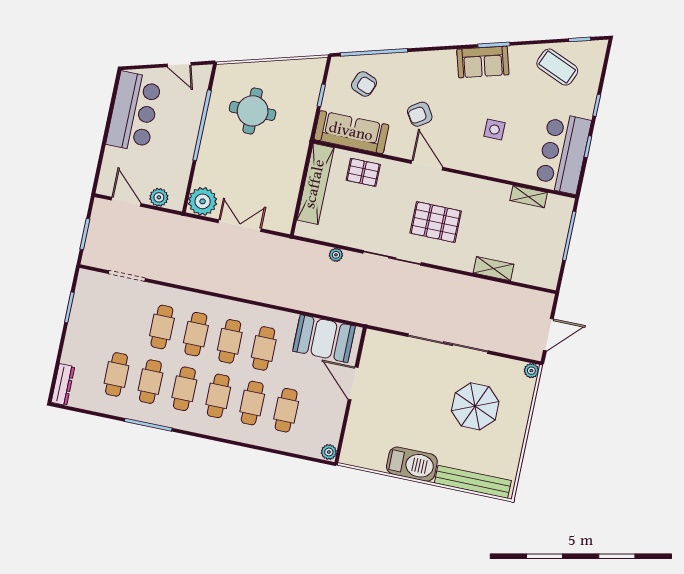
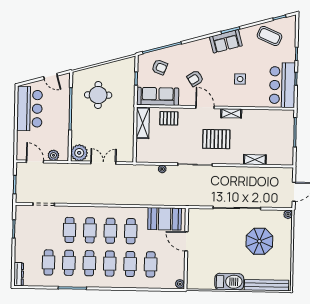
shelving: (315, 184) -> (143, 123), width x0.68
shelving: (529, 197) -> (231, 113), moved

